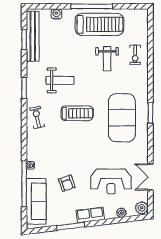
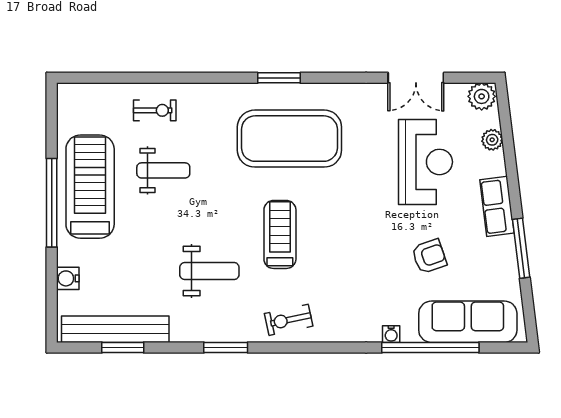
weight bench: (60, 80) -> (209, 271), turned 90

